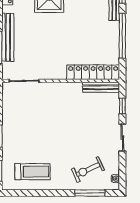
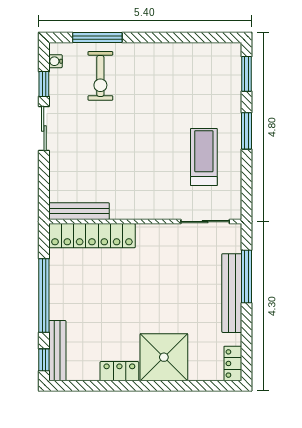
window: (122, 106) -> (44, 84), moved
exercise bike: (88, 170) -> (100, 76), turned 115
treadmill: (33, 172) -> (204, 157), moved, turned 90

